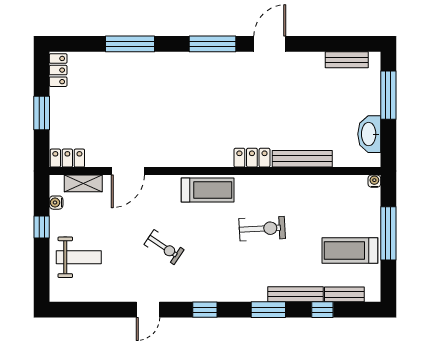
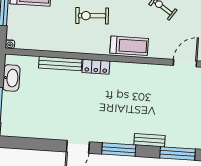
bench: (347, 60) -> (149, 140), moved
treadmill: (208, 190) -> (129, 46), turned 180

